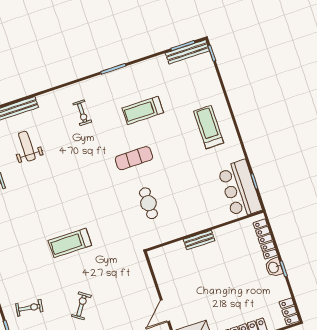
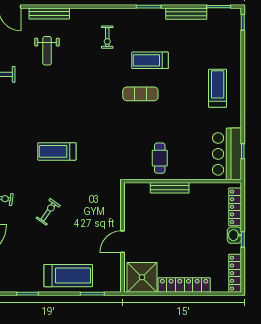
bench: (187, 52) -> (186, 14), moved
treadmill: (143, 110) -> (150, 60), moved
weight bench: (27, 146) -> (47, 51), turned 180
cafe table: (148, 203) -> (160, 158), moved
bench: (199, 240) -> (170, 188), width x1.36
locker: (289, 311) -> (235, 273), width x1.53

